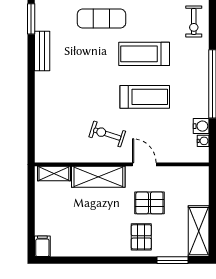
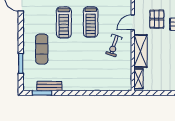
bench: (42, 51) -> (49, 86), moved
treadmill: (145, 97) -> (91, 22), turned 180

